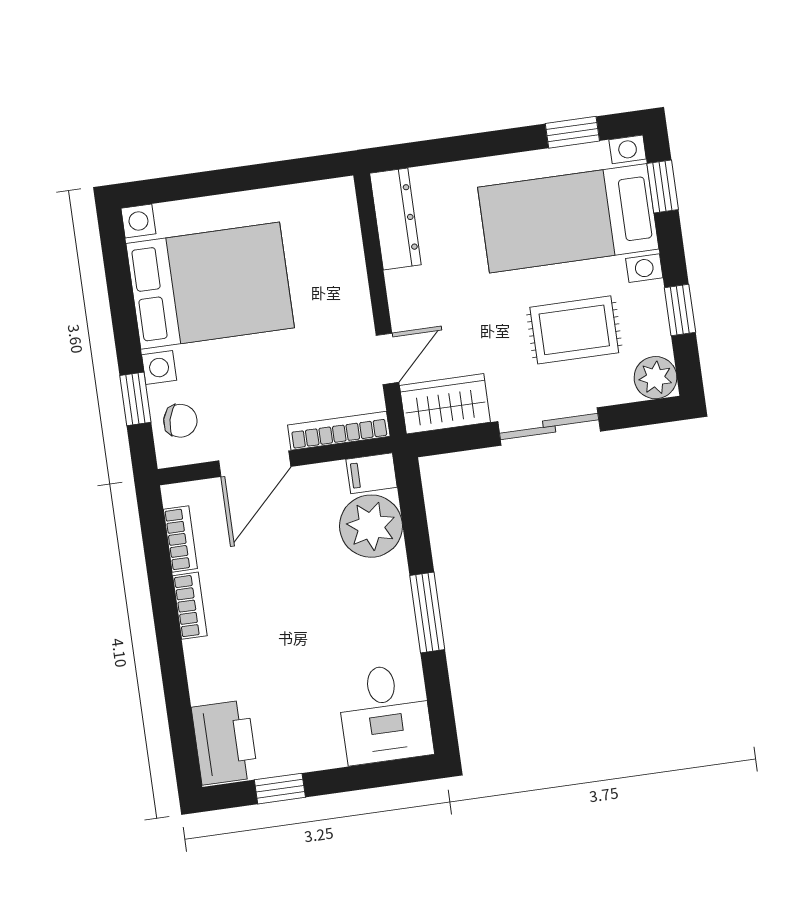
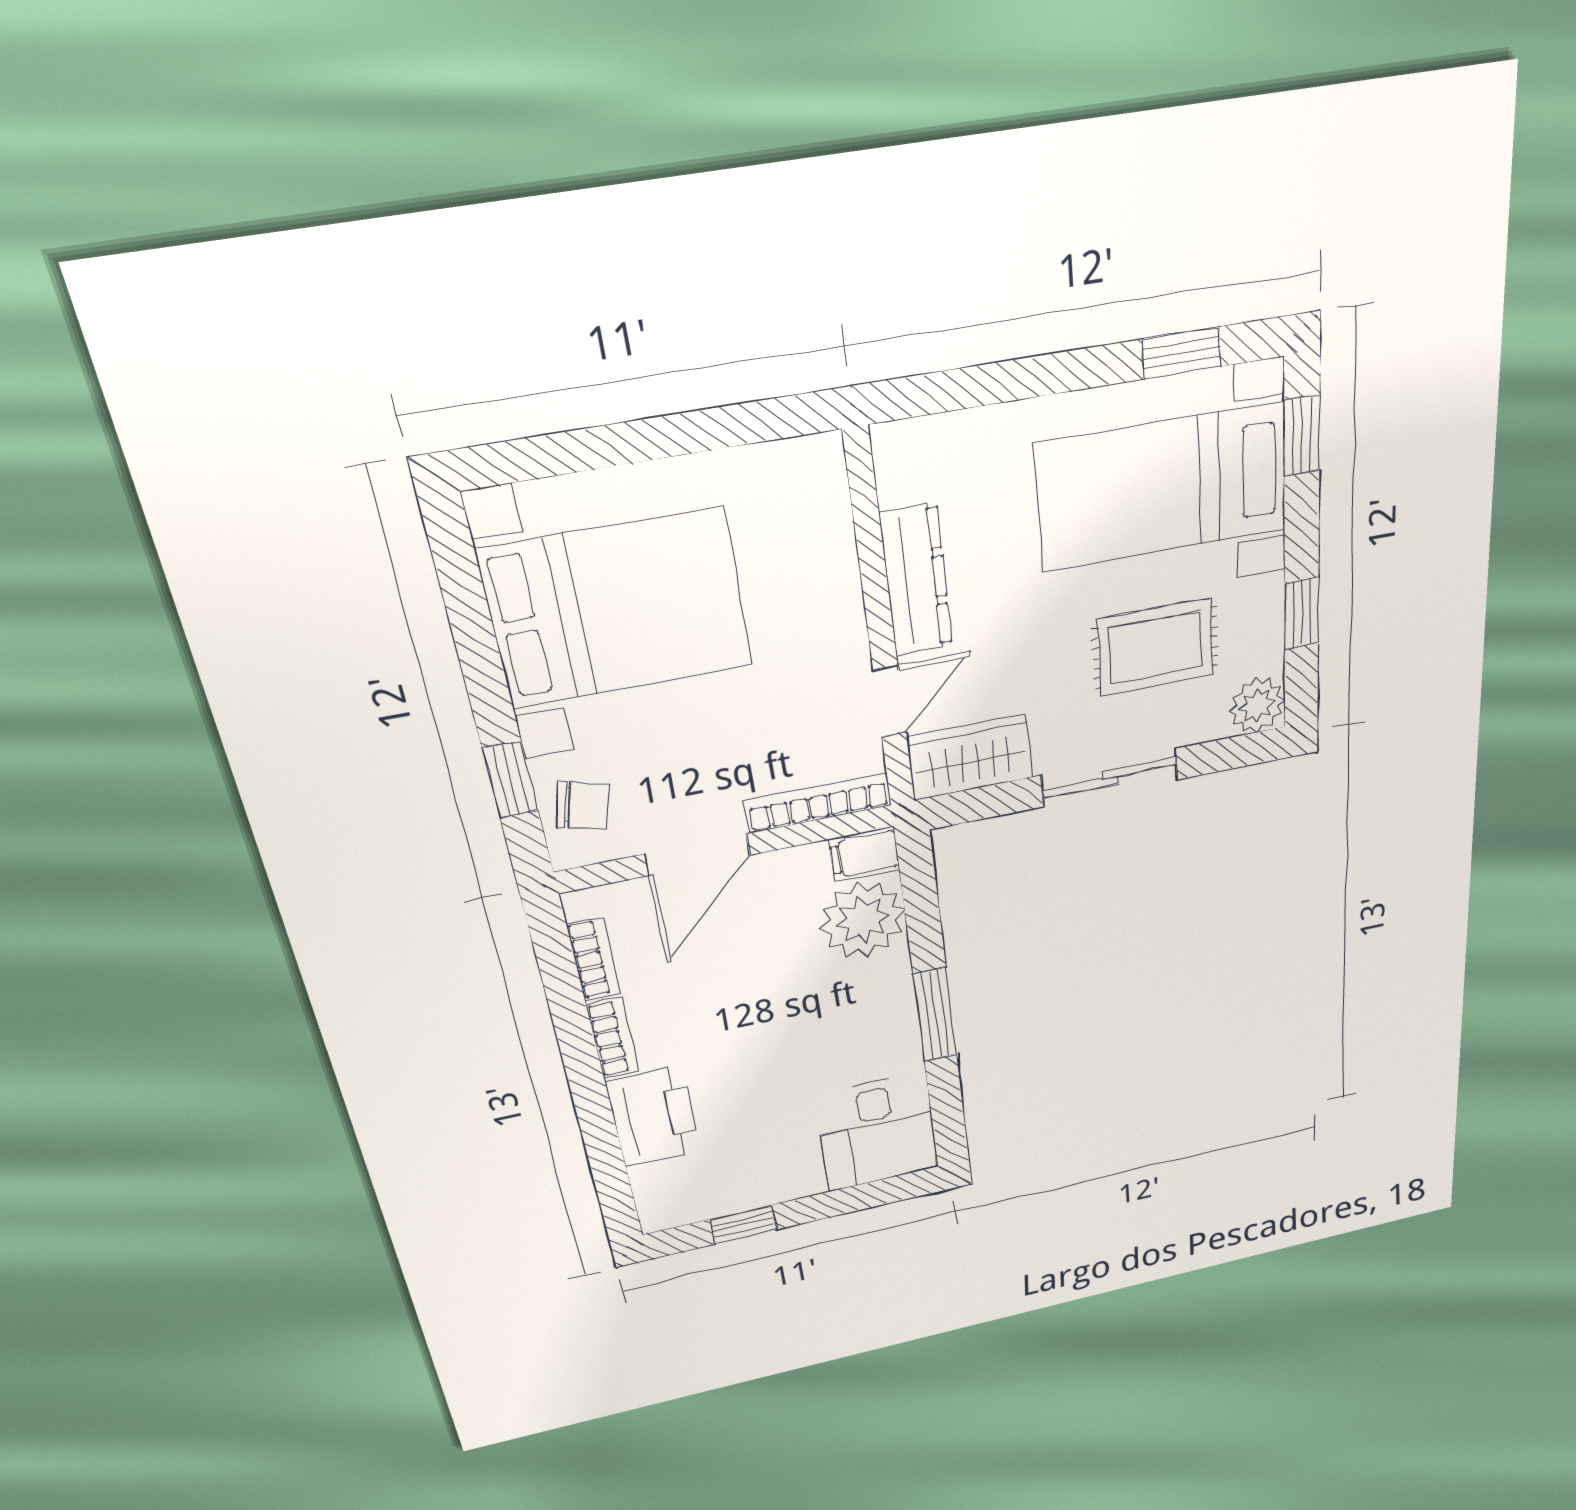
dresser: (395, 219) -> (916, 580), moved
printer: (225, 742) -> (654, 1117), moved

